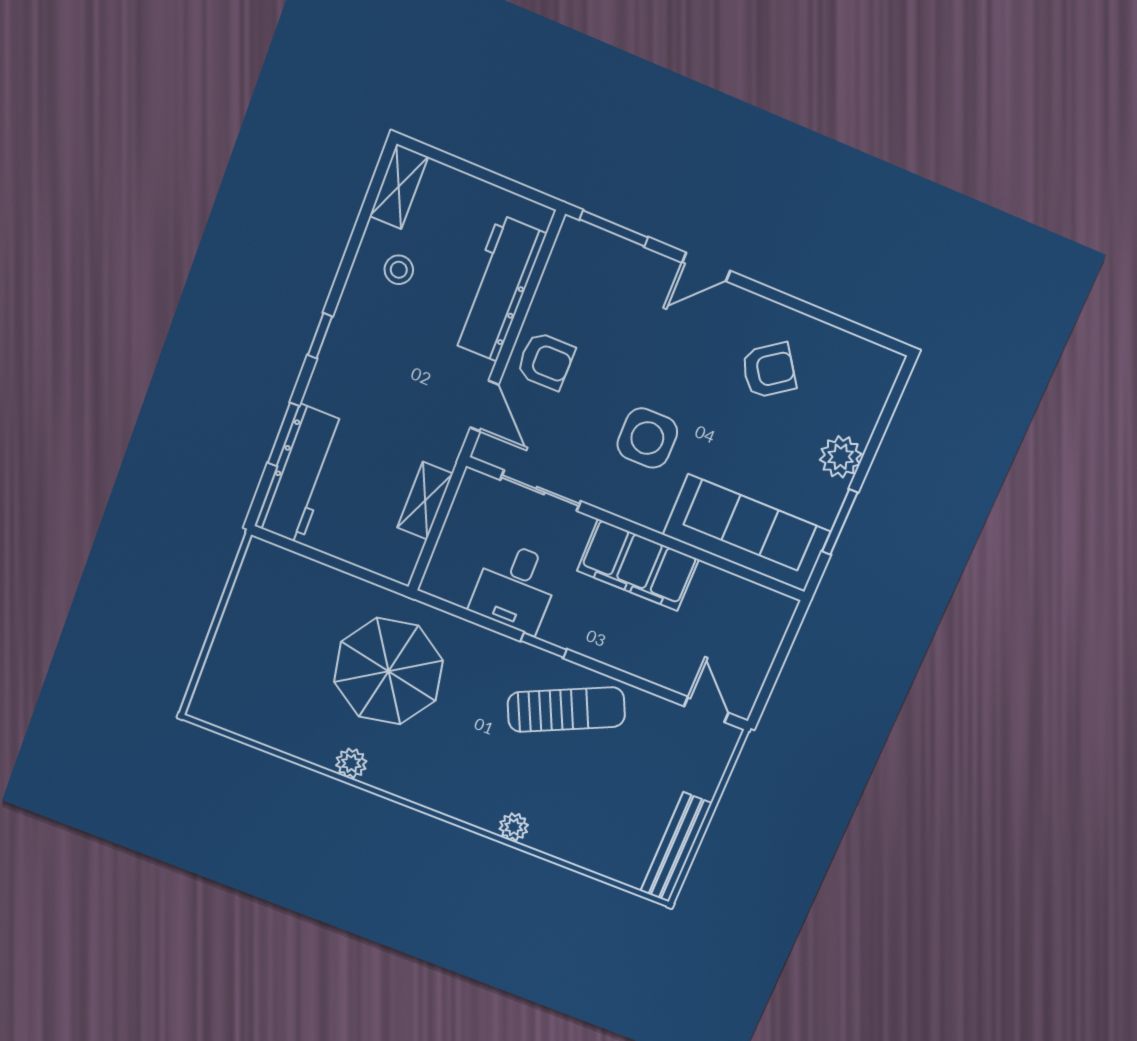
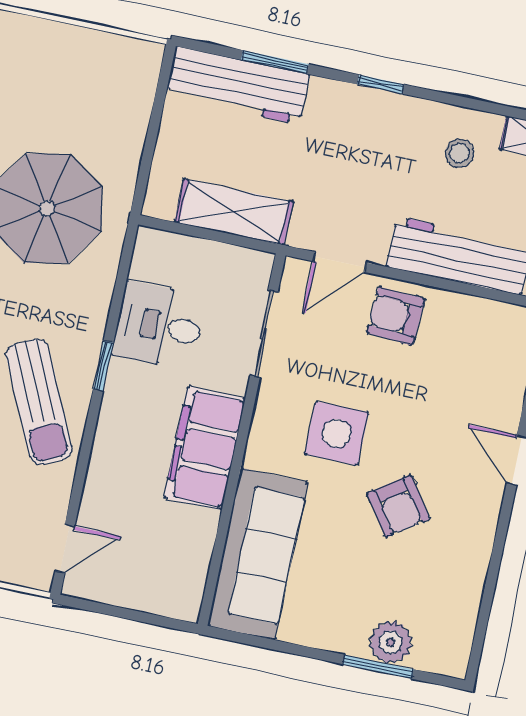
armchair: (546, 361) -> (396, 316), turned 93
armchair: (769, 370) -> (398, 506), moved
plant: (841, 457) -> (391, 642), moved
shelving: (425, 501) -> (234, 212), width x1.50, depth x1.33
window: (840, 522) -> (378, 667), moved

